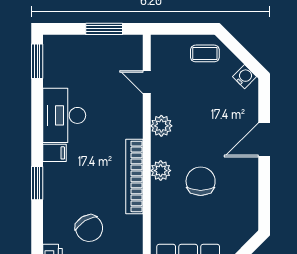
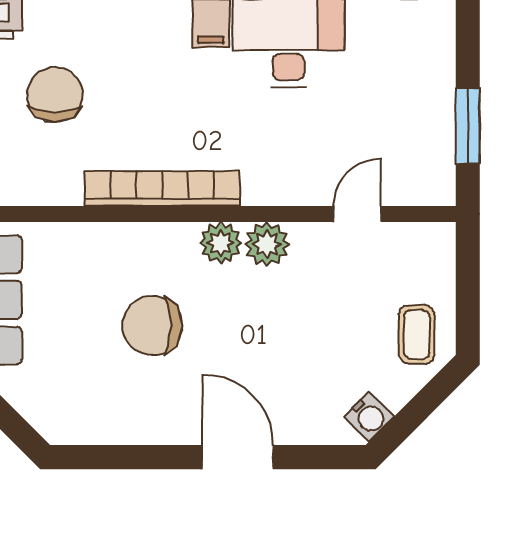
plant: (161, 171) -> (220, 243), moved
chair: (201, 181) -> (152, 326), turned 180
chair: (89, 228) -> (55, 95), turned 122

